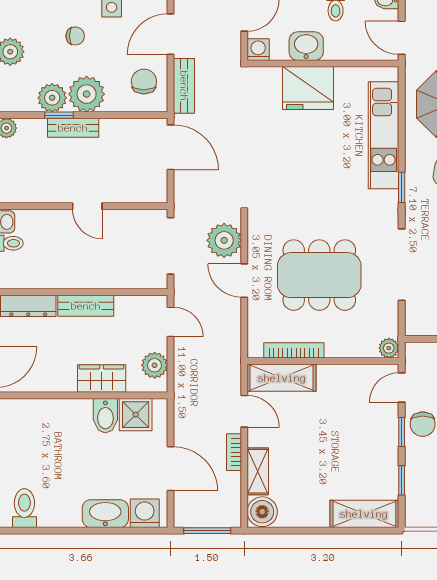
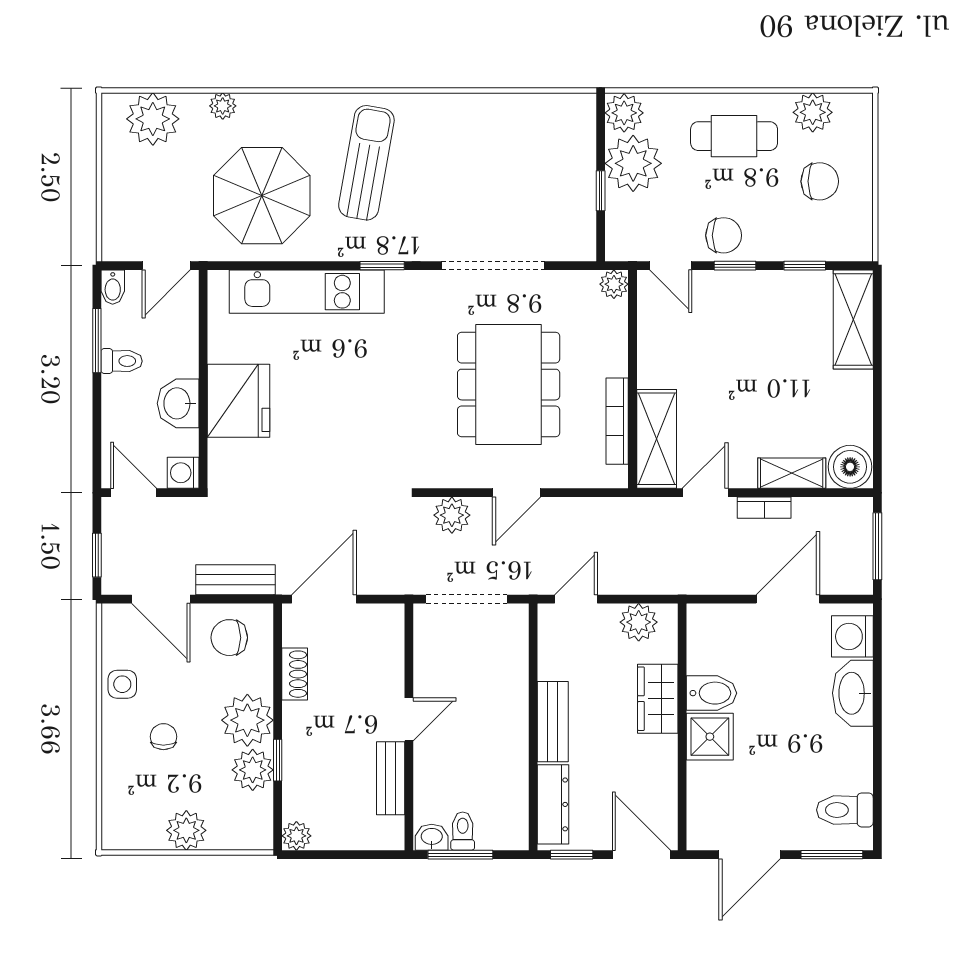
shoe rack: (119, 127) -> (295, 674), added
bench: (73, 128) -> (391, 778), moved
plant: (224, 240) -> (452, 515), width x0.73, depth x0.73
shower: (136, 415) -> (710, 737), moved

